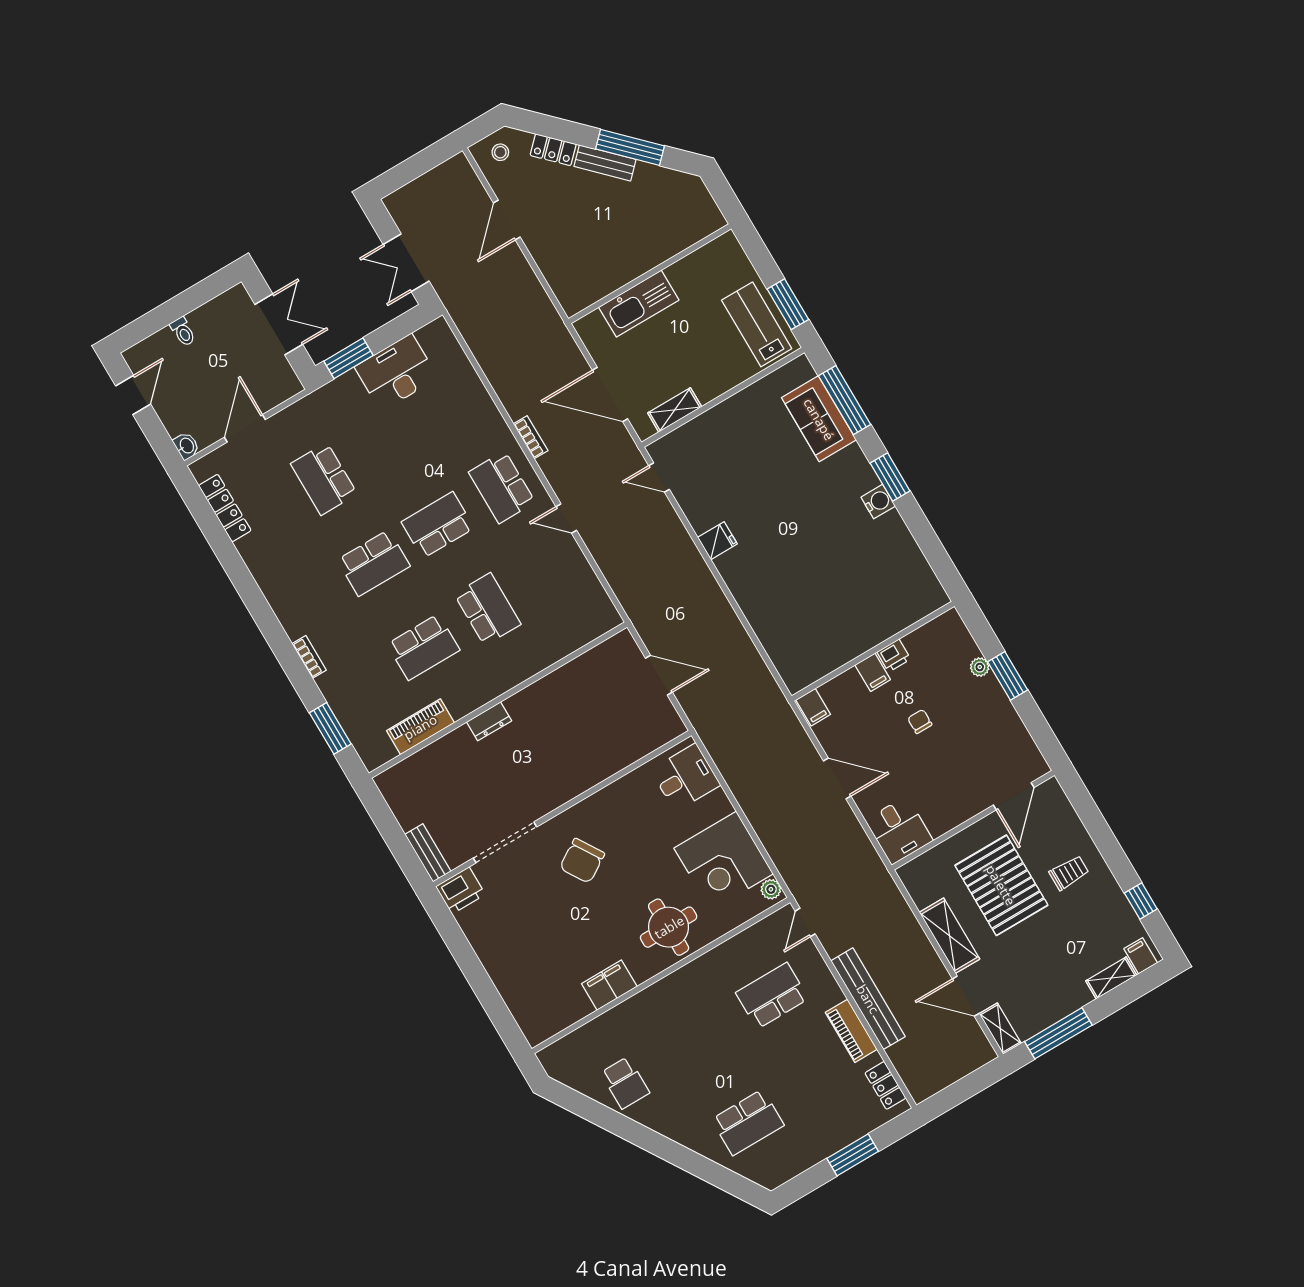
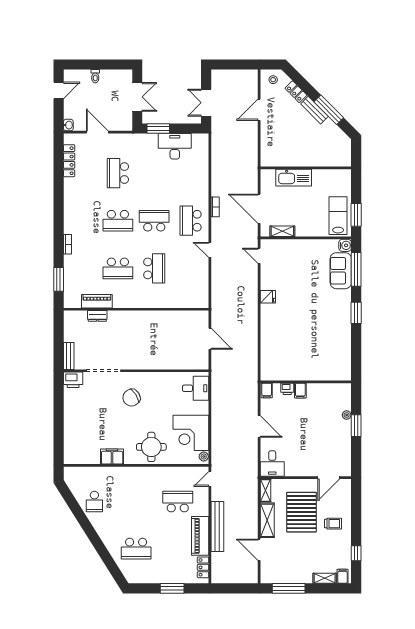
door: (245, 428) -> (97, 132), hinge flipped
water cooler: (878, 502) -> (345, 245), moved
printer: (894, 656) -> (287, 389), moved
dresser: (489, 721) -> (97, 316), moved
chair: (920, 721) -> (308, 423), removed
shelving: (1000, 1029) -> (265, 490), moved
piano: (851, 1031) -> (200, 536), width x1.37, depth x1.33

